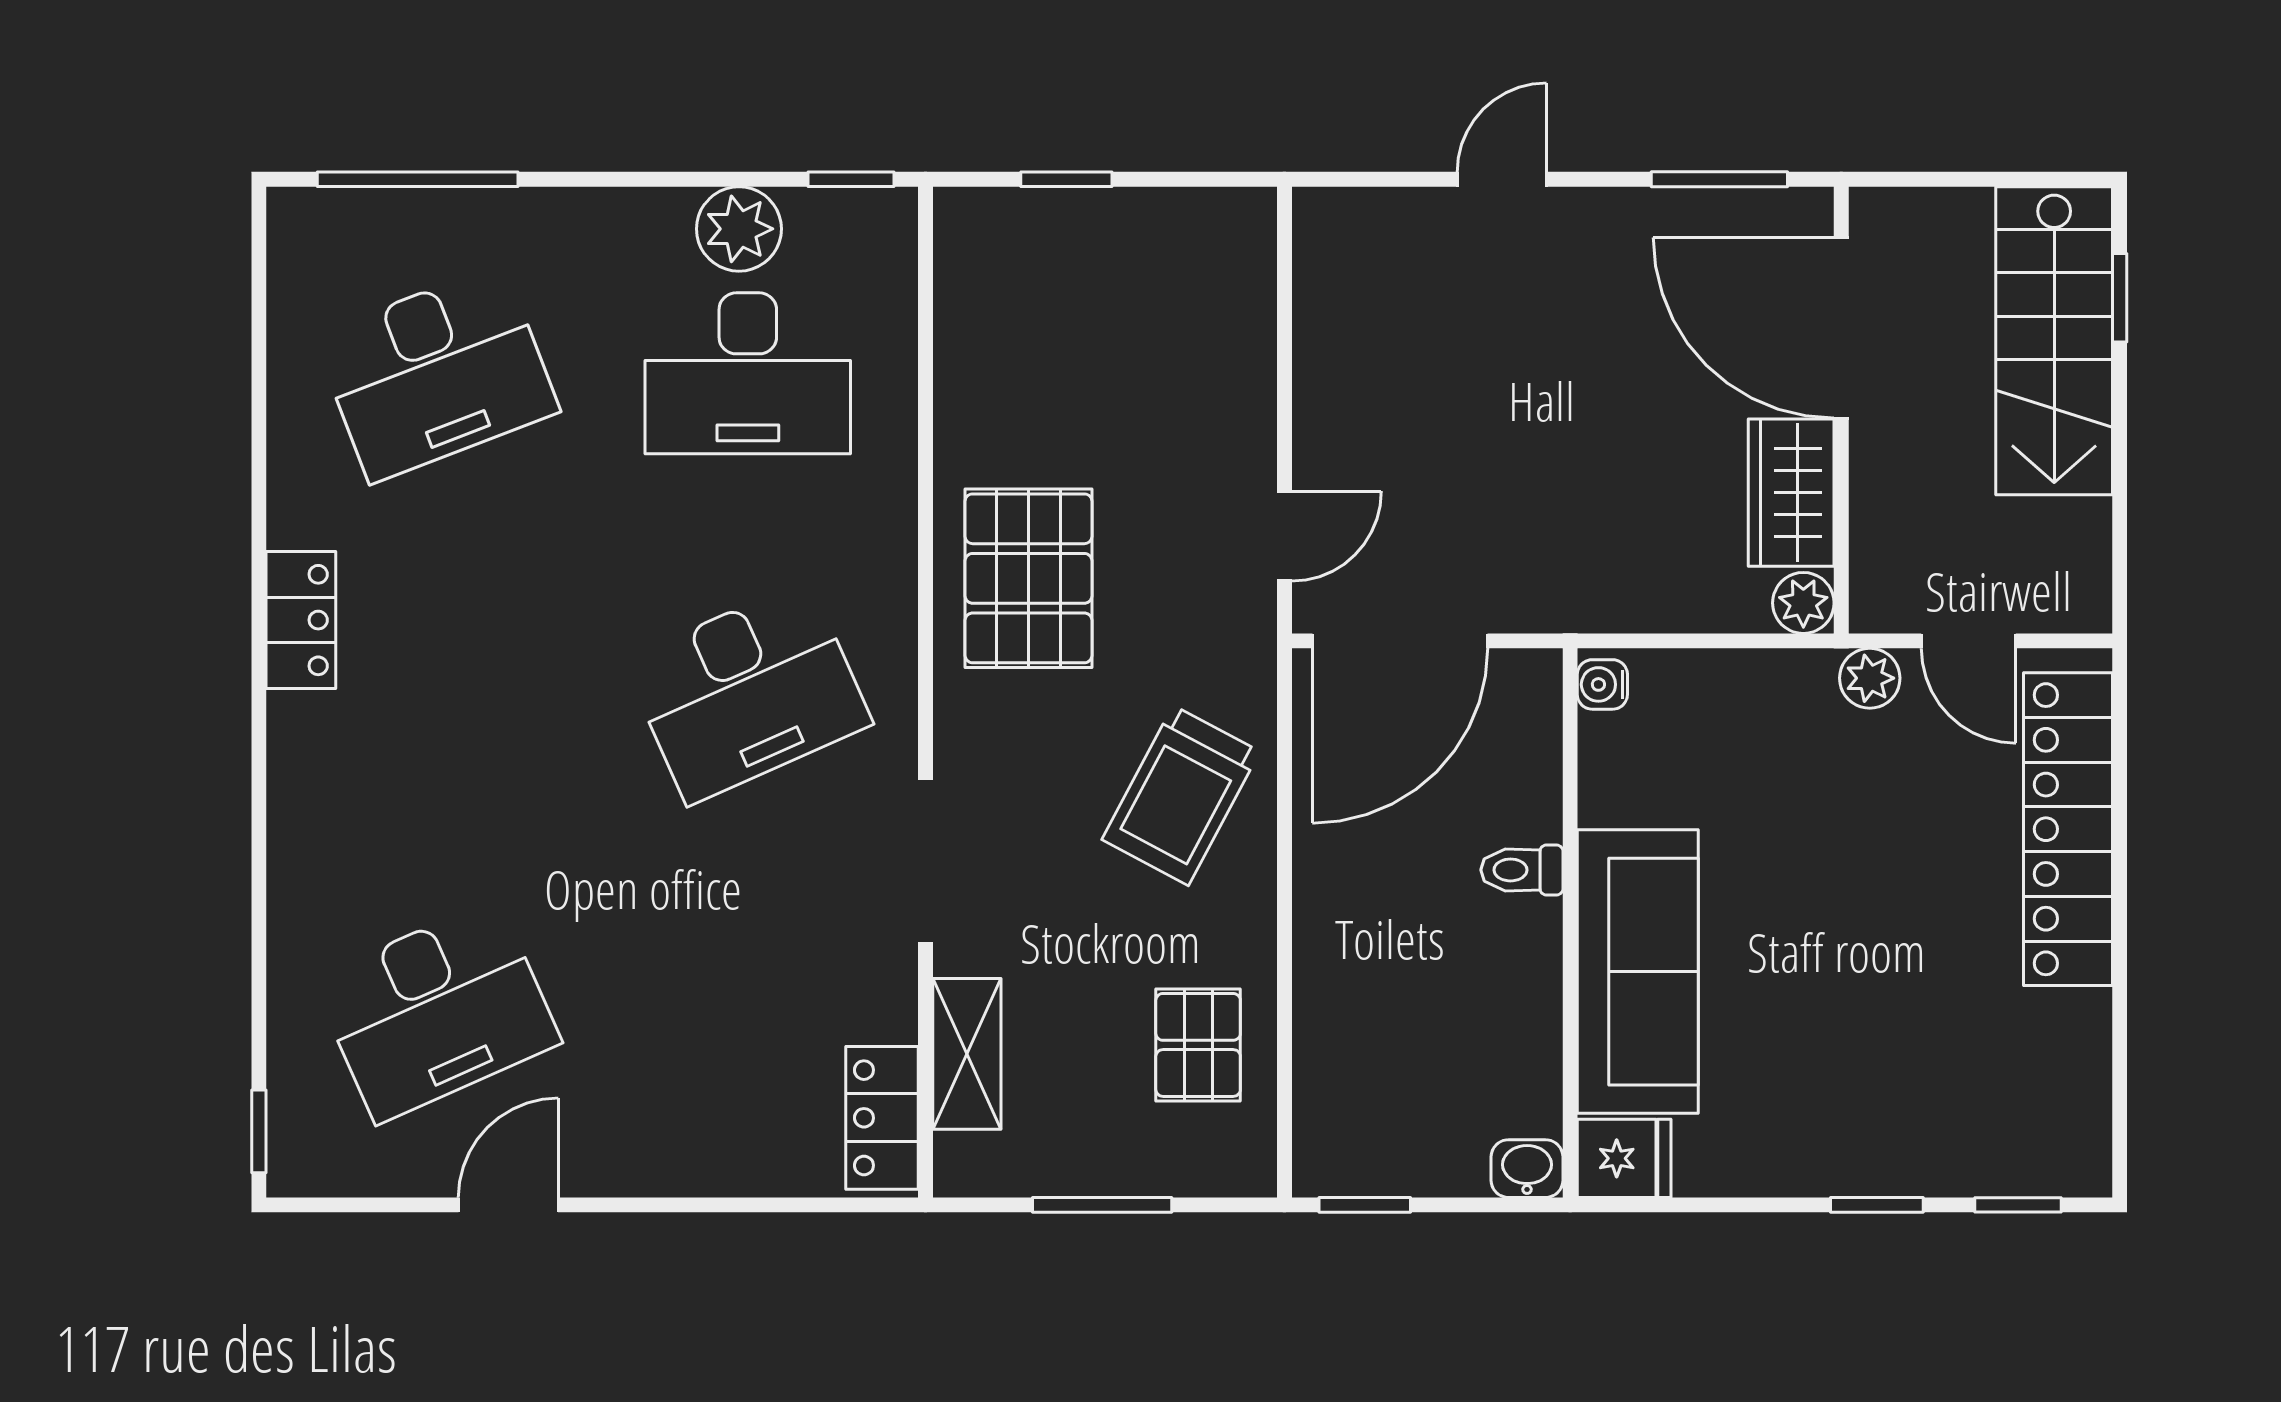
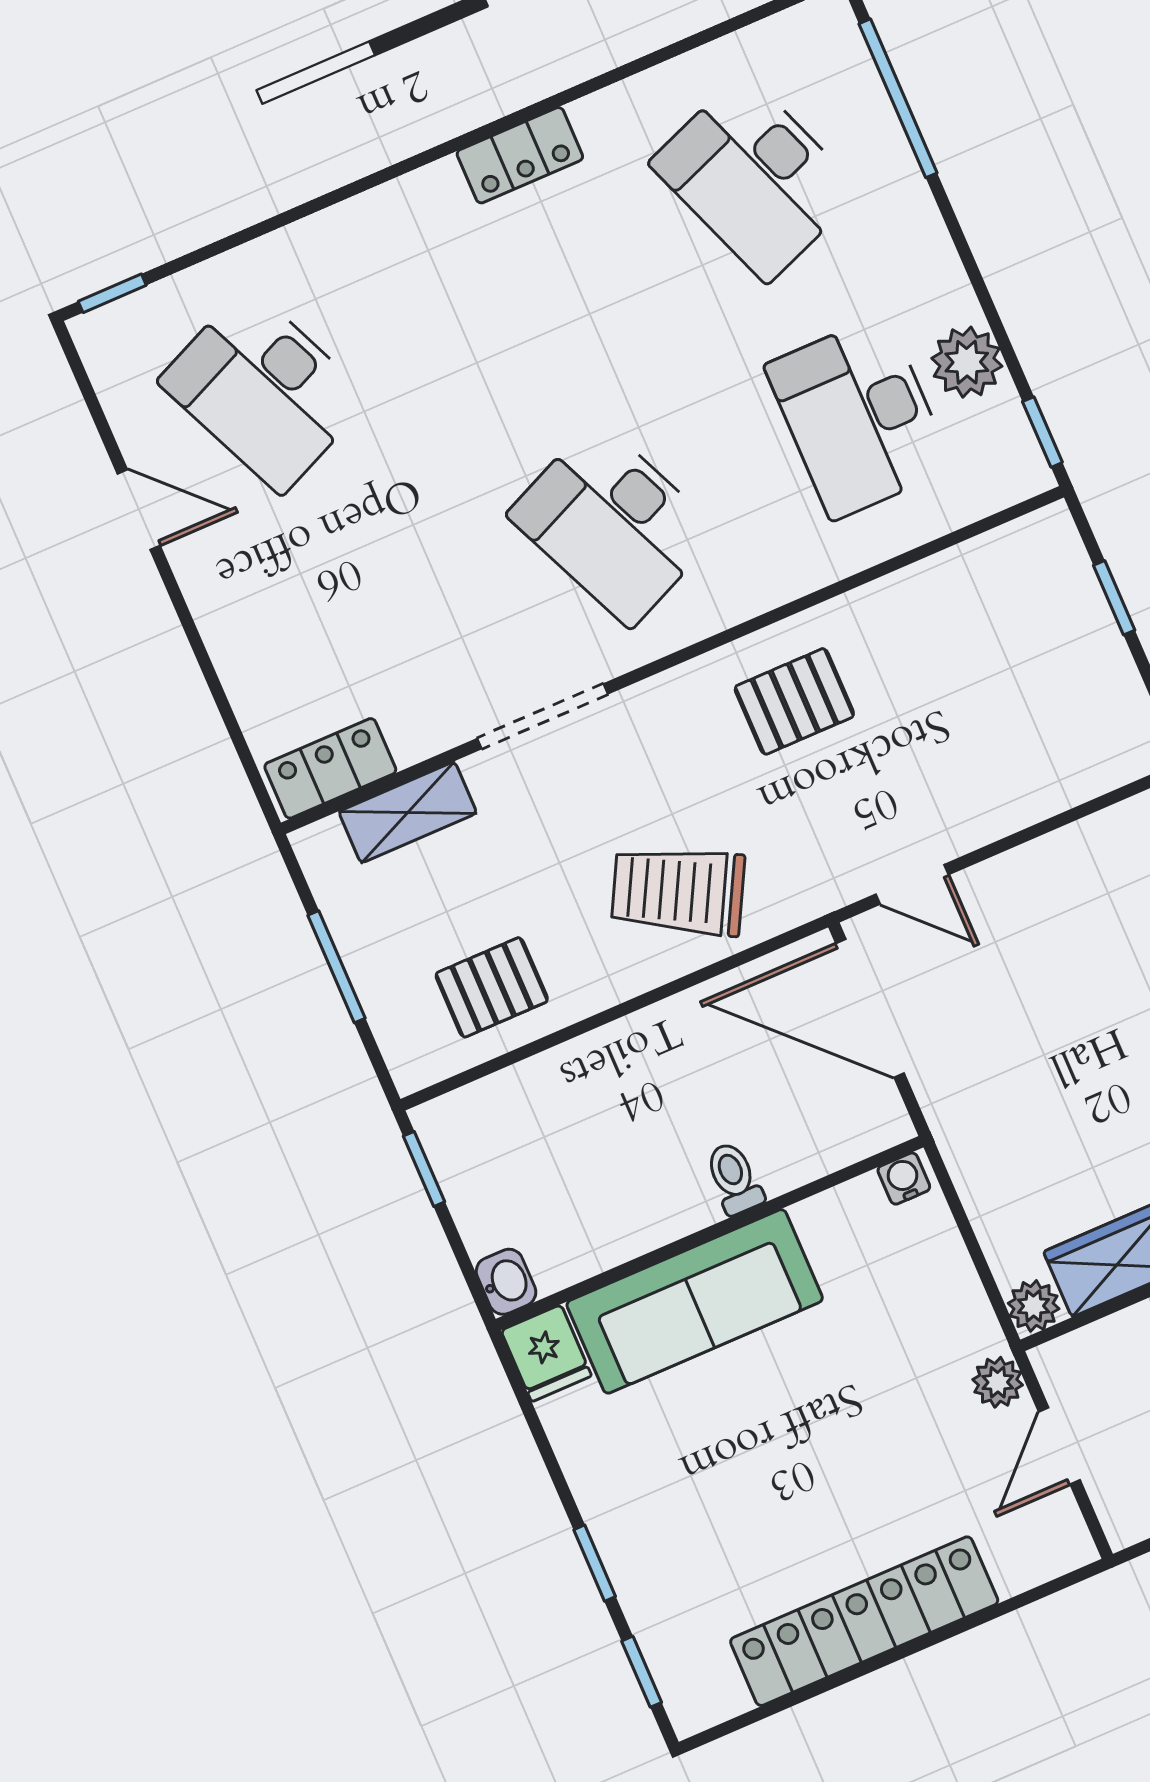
pallet: (1029, 578) -> (794, 701), width x0.67, depth x0.71
locker: (2068, 829) -> (864, 1621), moved

